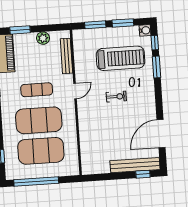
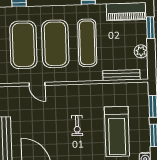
exercise mat: (37, 90) -> (87, 43), width x1.36, depth x1.45
door: (75, 91) -> (37, 84), moved

